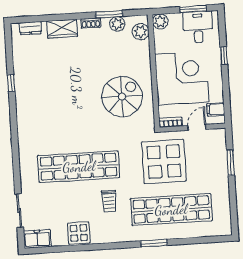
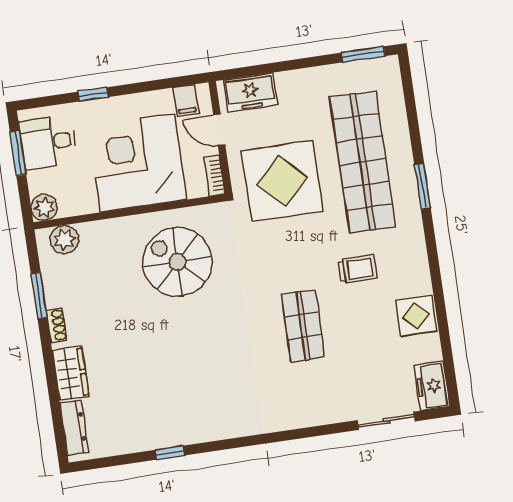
plant: (117, 24) -> (55, 280), removed
dresser: (30, 28) -> (74, 428), width x1.44
freezer: (217, 147) -> (250, 92), added
window: (231, 163) -> (363, 54), moved
shop shelf: (79, 167) -> (303, 326), width x0.50, depth x0.74

